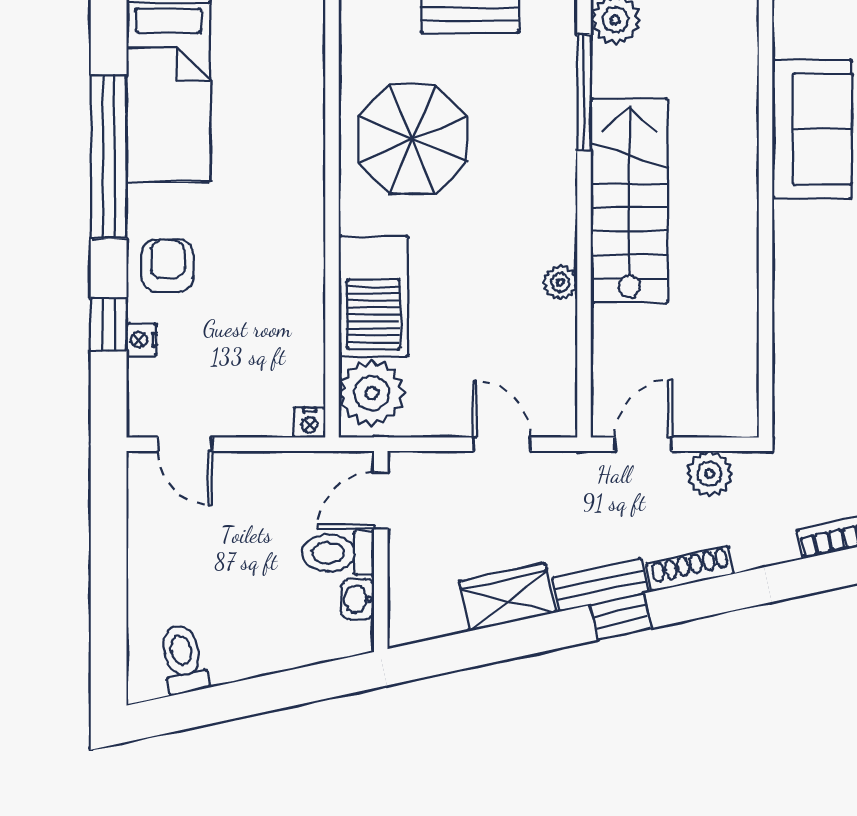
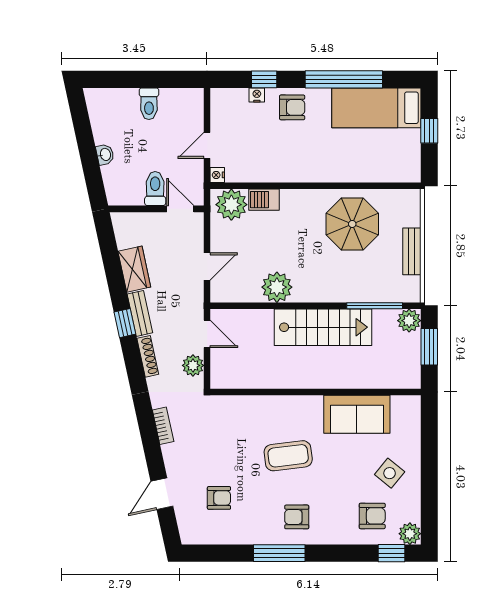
plant: (560, 282) -> (277, 287), width x1.88, depth x1.88
barbecue: (373, 296) -> (264, 200), width x0.53, depth x0.65
door: (185, 444) -> (207, 145), moved
washbasin: (357, 599) -> (105, 155), moved, turned 78
toilet: (183, 659) -> (149, 104), moved, turned 102

